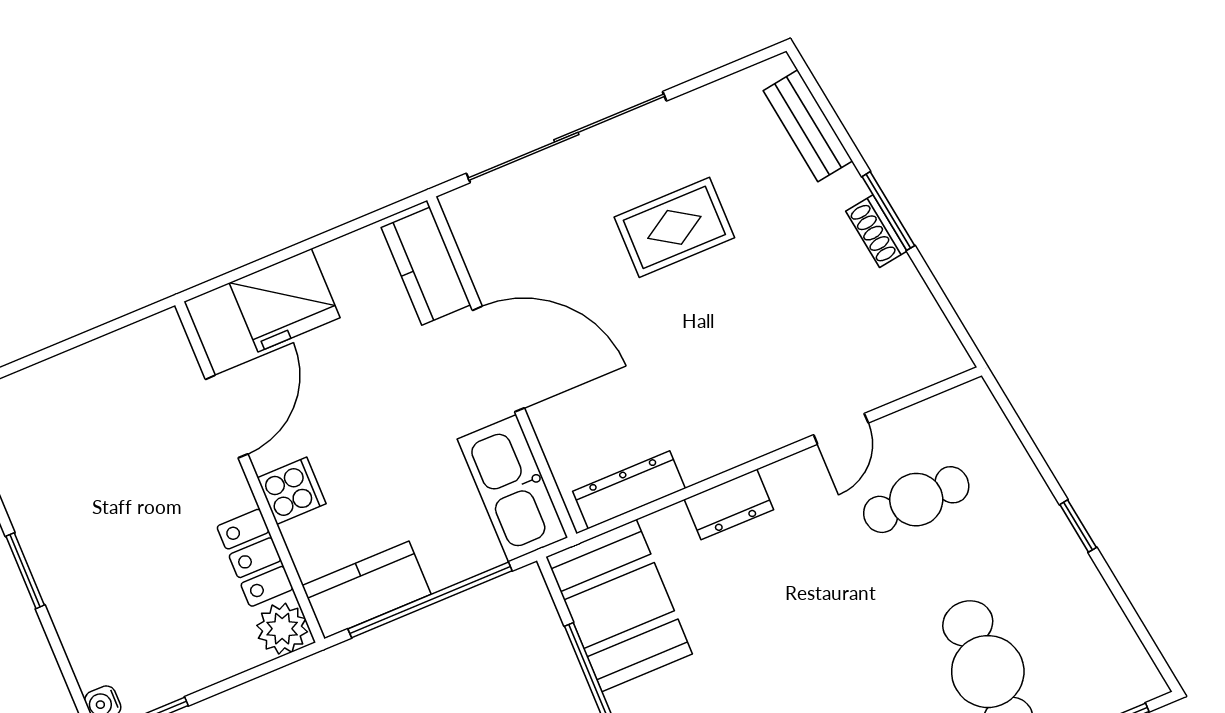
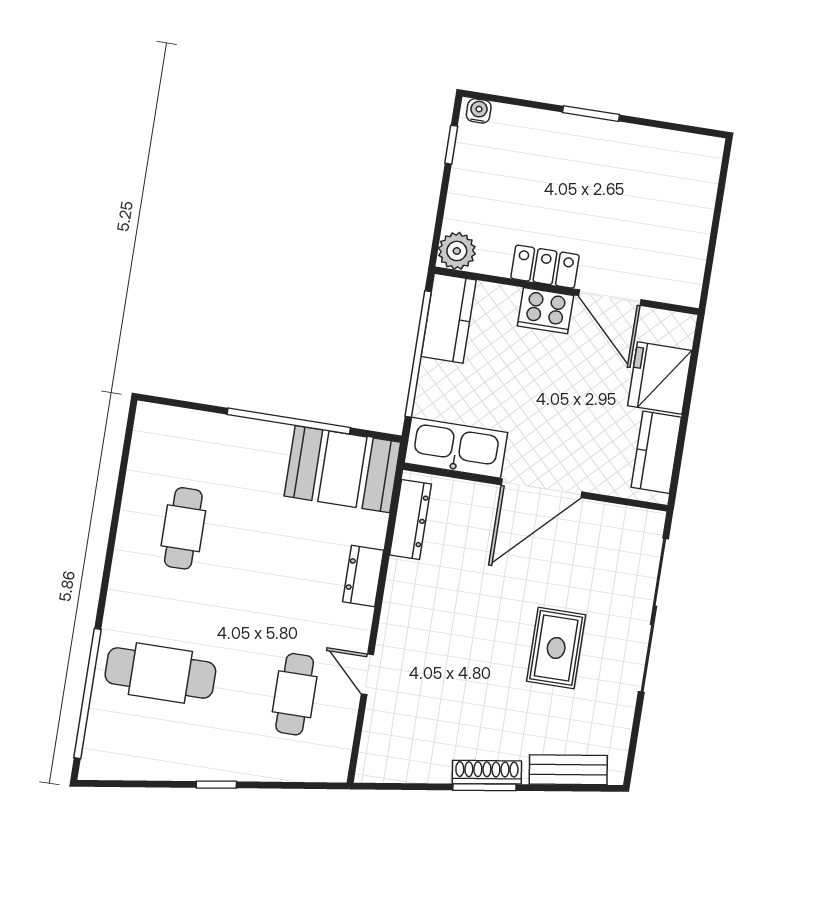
shoe rack: (876, 231) -> (487, 772), width x1.43
kitchen counter: (426, 266) -> (656, 452), moved, turned -90
cooker: (292, 491) -> (545, 311), width x1.36
locker: (255, 558) -> (545, 267), moved

